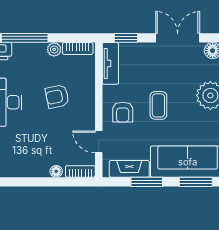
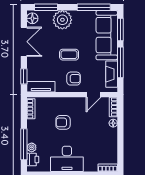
double door: (178, 38) -> (24, 42), swing flipped
plant: (54, 49) -> (32, 147), moved
armchair: (57, 96) -> (63, 122), turned 102
window: (147, 182) -> (120, 62), width x1.44

